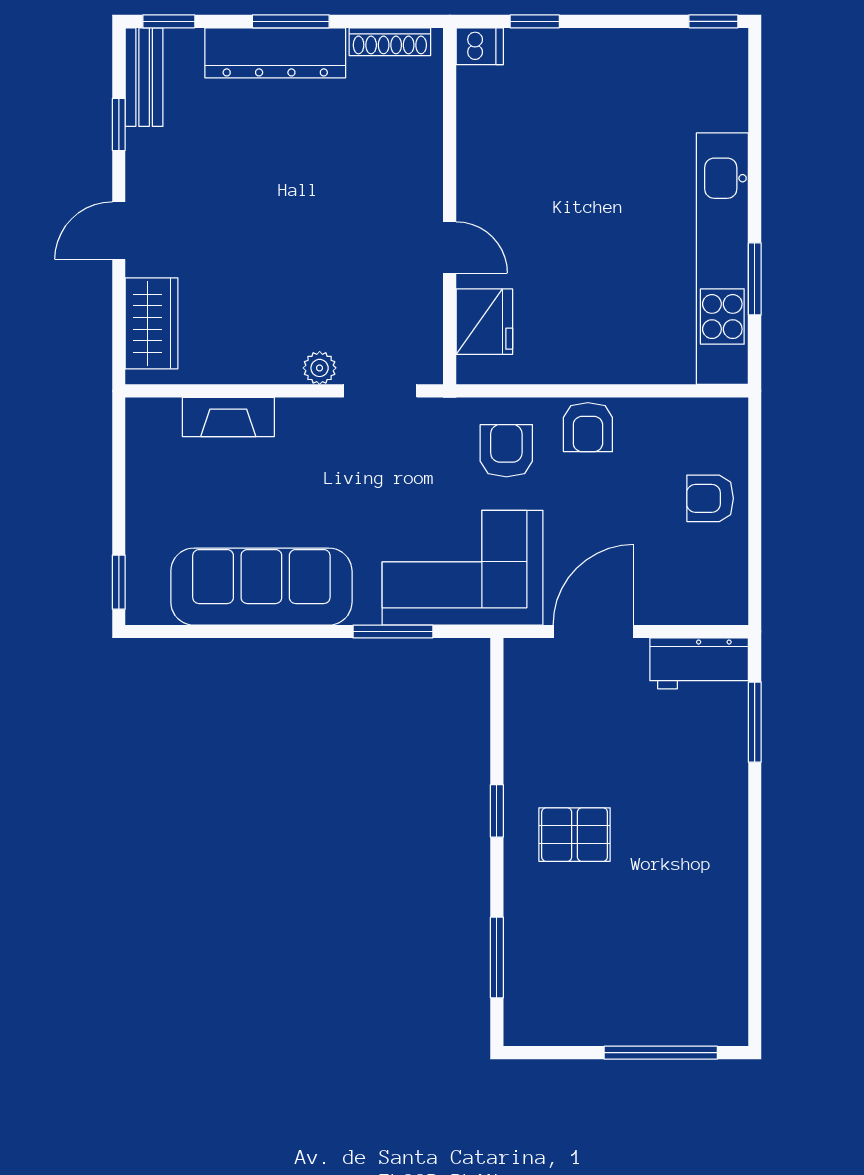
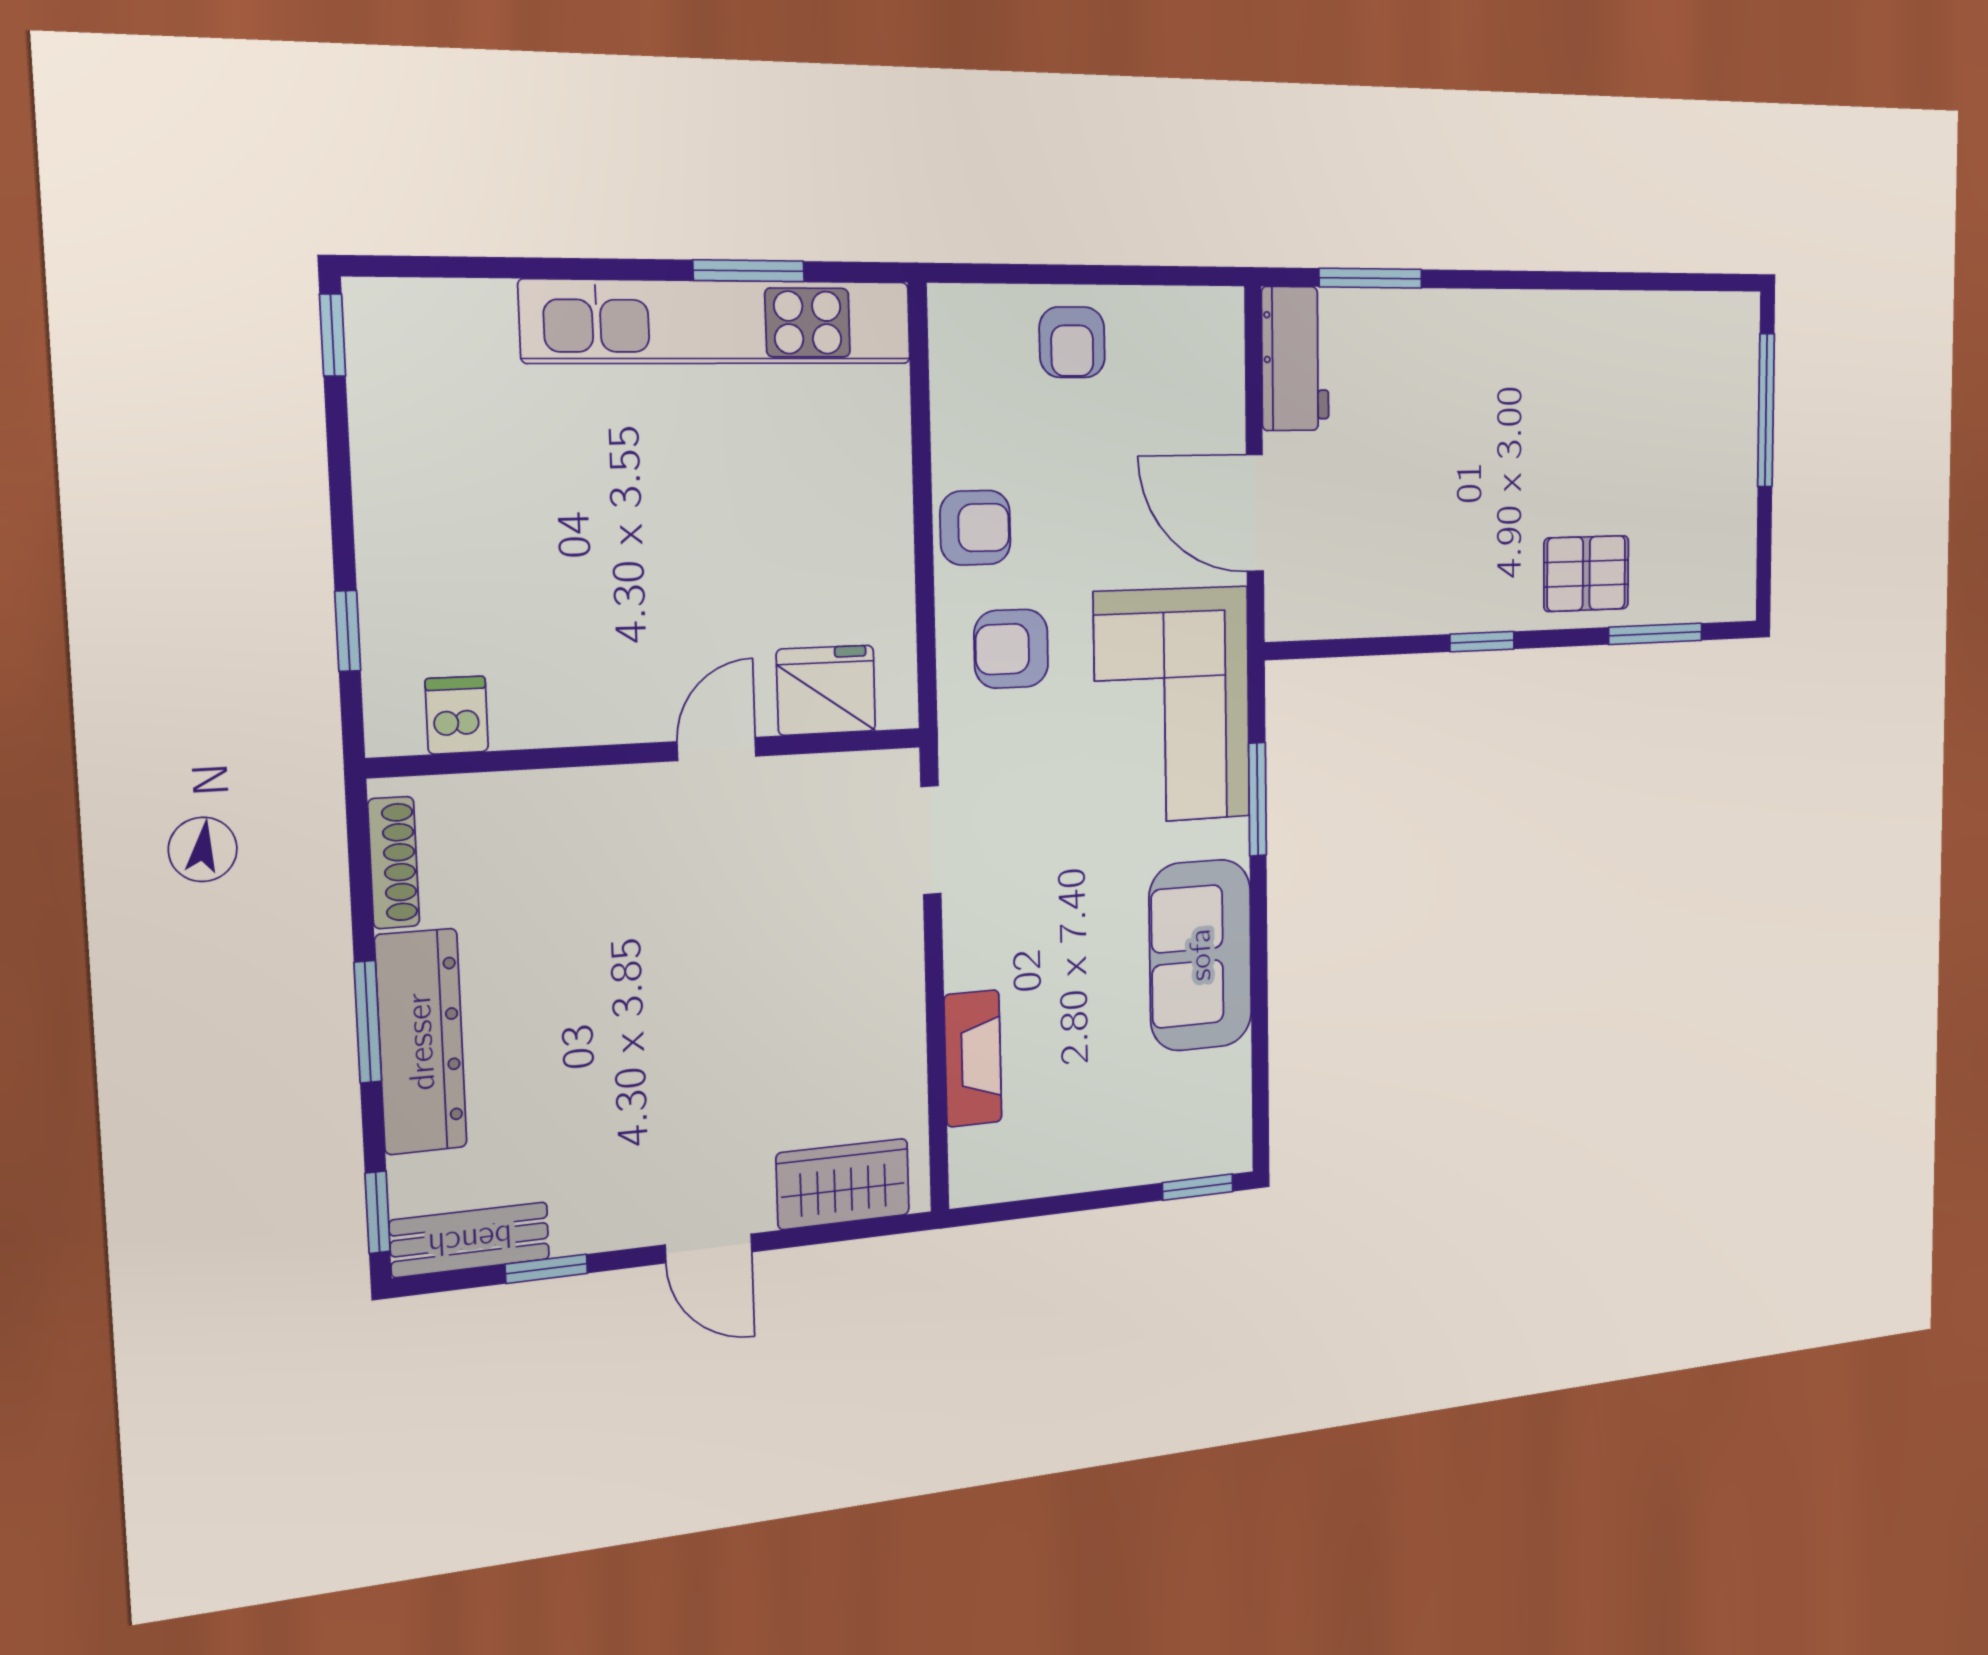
dishwasher: (480, 46) -> (457, 715), moved
plant: (320, 368) -> (900, 932), removed
sofa: (261, 587) -> (1201, 955), width x0.73
pallet: (575, 835) -> (1586, 573), moved, turned 90

